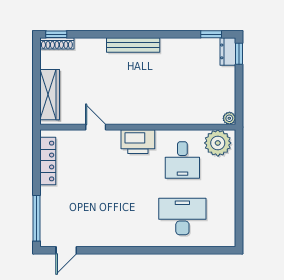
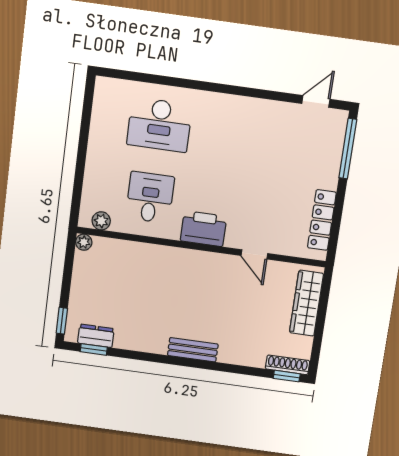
bench: (133, 45) -> (193, 350), width x0.73
dresser: (228, 51) -> (96, 336), moved, turned -90
plant: (218, 143) -> (101, 221), width x0.53, depth x0.53

